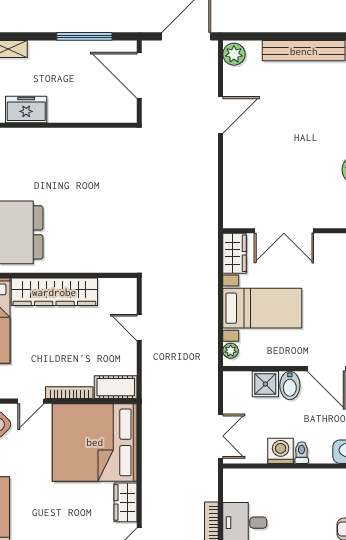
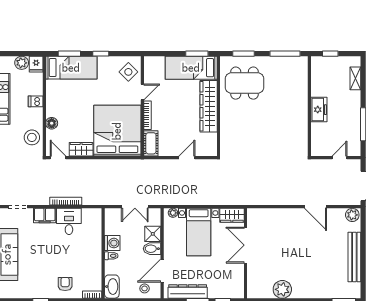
door: (139, 75) -> (340, 158), width x0.53
freezer: (26, 109) -> (319, 110), moved
door: (31, 401) -> (142, 92), swing flipped
double door: (220, 436) -> (135, 207), moved

